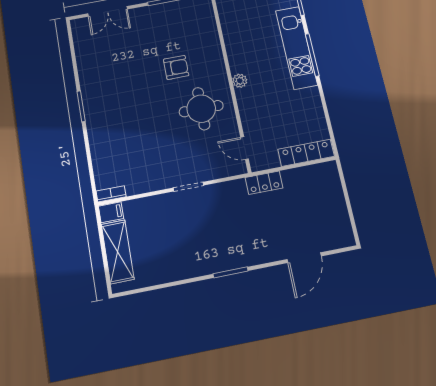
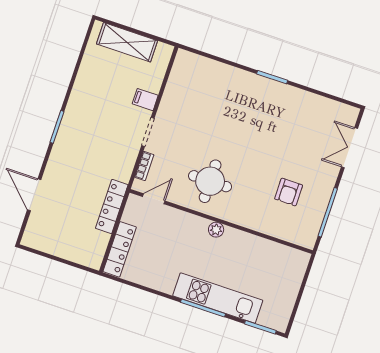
armchair: (176, 67) -> (289, 192), moved
locker: (264, 183) -> (112, 206), width x1.53
bookcase: (111, 194) -> (144, 166), moved
filing cabinet: (111, 212) -> (145, 100), moved, turned 90

